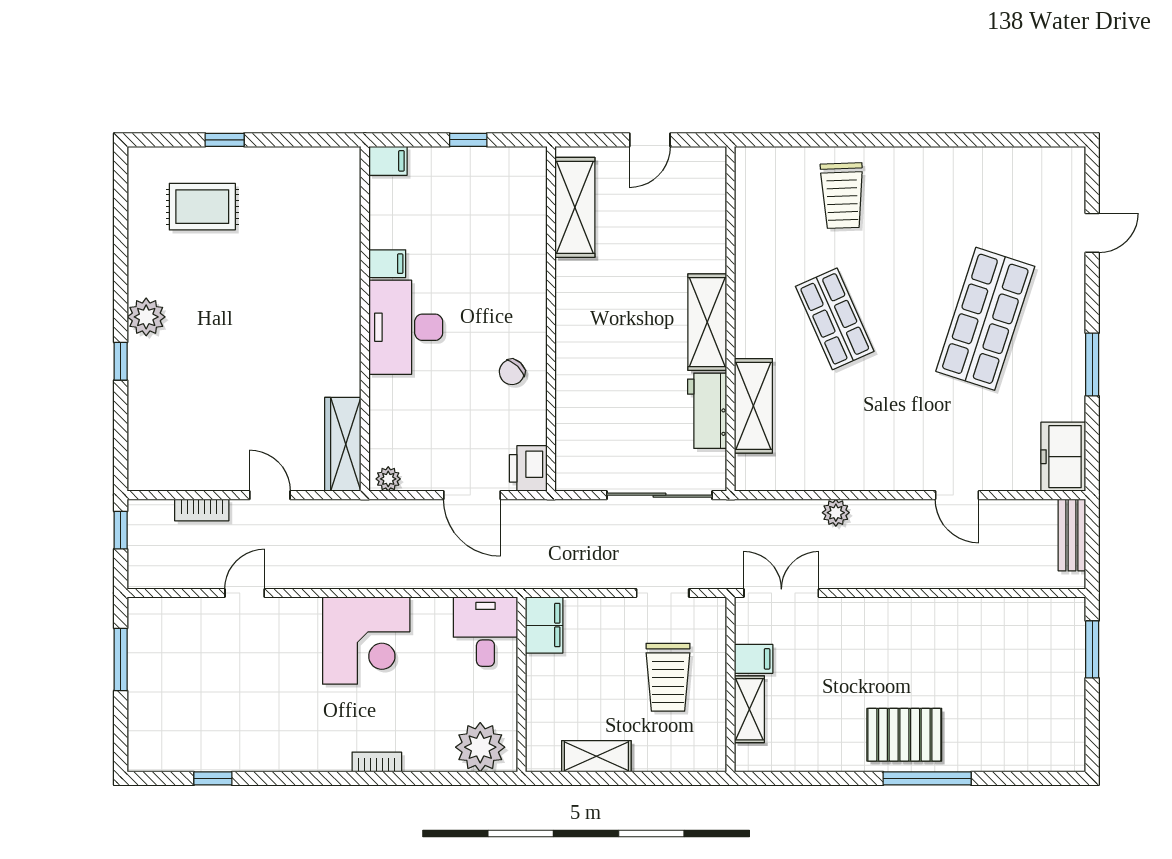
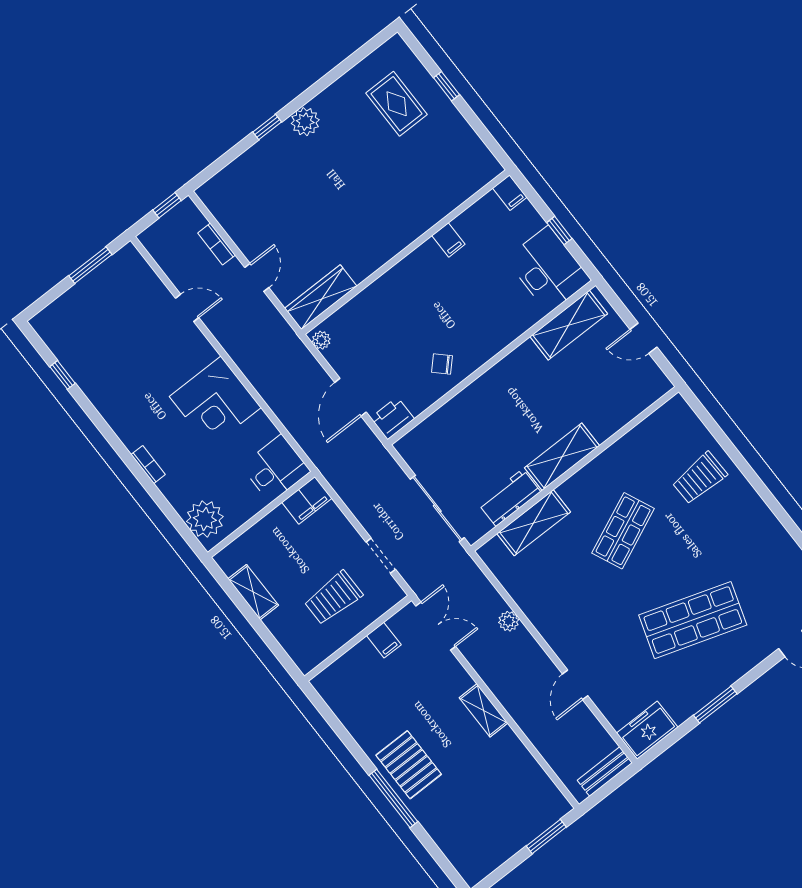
desk: (406, 327) -> (548, 270), moved, turned 90
shelving: (749, 709) -> (484, 710), moved, turned 90

